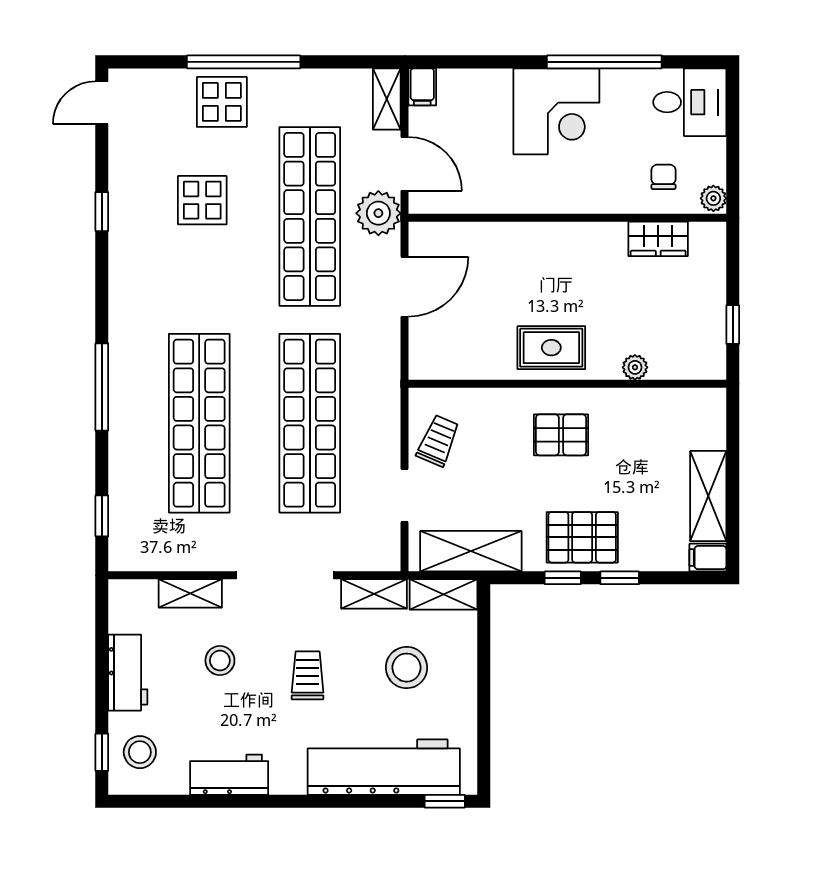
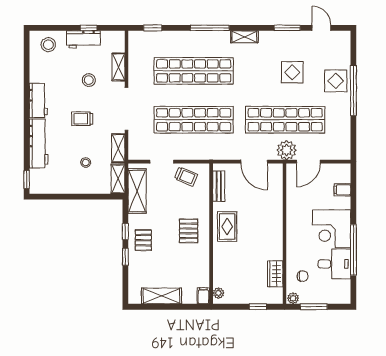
filing cabinet: (422, 87) -> (342, 190), moved
shelving: (387, 99) -> (244, 37), moved
desk: (690, 102) -> (334, 264), moved, turned -90
door: (102, 103) -> (321, 28), moved
window: (733, 152) -> (314, 307), added
window: (102, 212) -> (287, 28), width x1.50
window: (733, 325) -> (258, 307), moved
bench: (460, 367) -> (219, 186), added
plant: (635, 367) -> (218, 293), moved
pallet: (582, 537) -> (143, 240), width x0.67, depth x0.71
filing cabinet: (708, 558) -> (203, 296), moved
stool: (407, 668) -> (86, 163), width x0.53, depth x0.53
trolley: (308, 675) -> (82, 119), turned 180
window: (102, 752) -> (89, 28), moved
workbench: (384, 767) -> (39, 144), width x0.73, depth x0.76
workbench: (229, 775) -> (38, 100), moved

